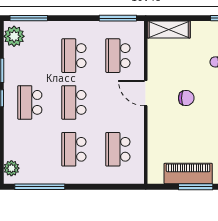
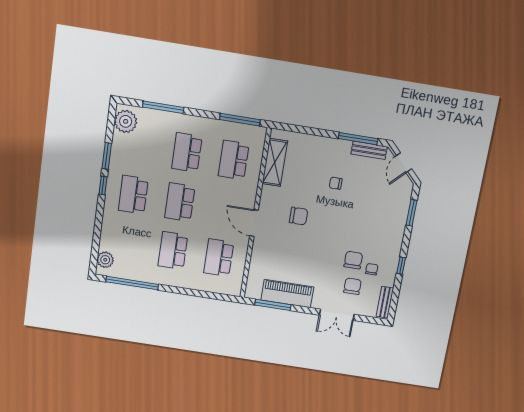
window: (29, 18) -> (163, 107), moved
shelving: (169, 29) -> (275, 162), moved, turned 90
door: (146, 93) -> (254, 223), moved
window: (196, 187) -> (273, 305), moved

